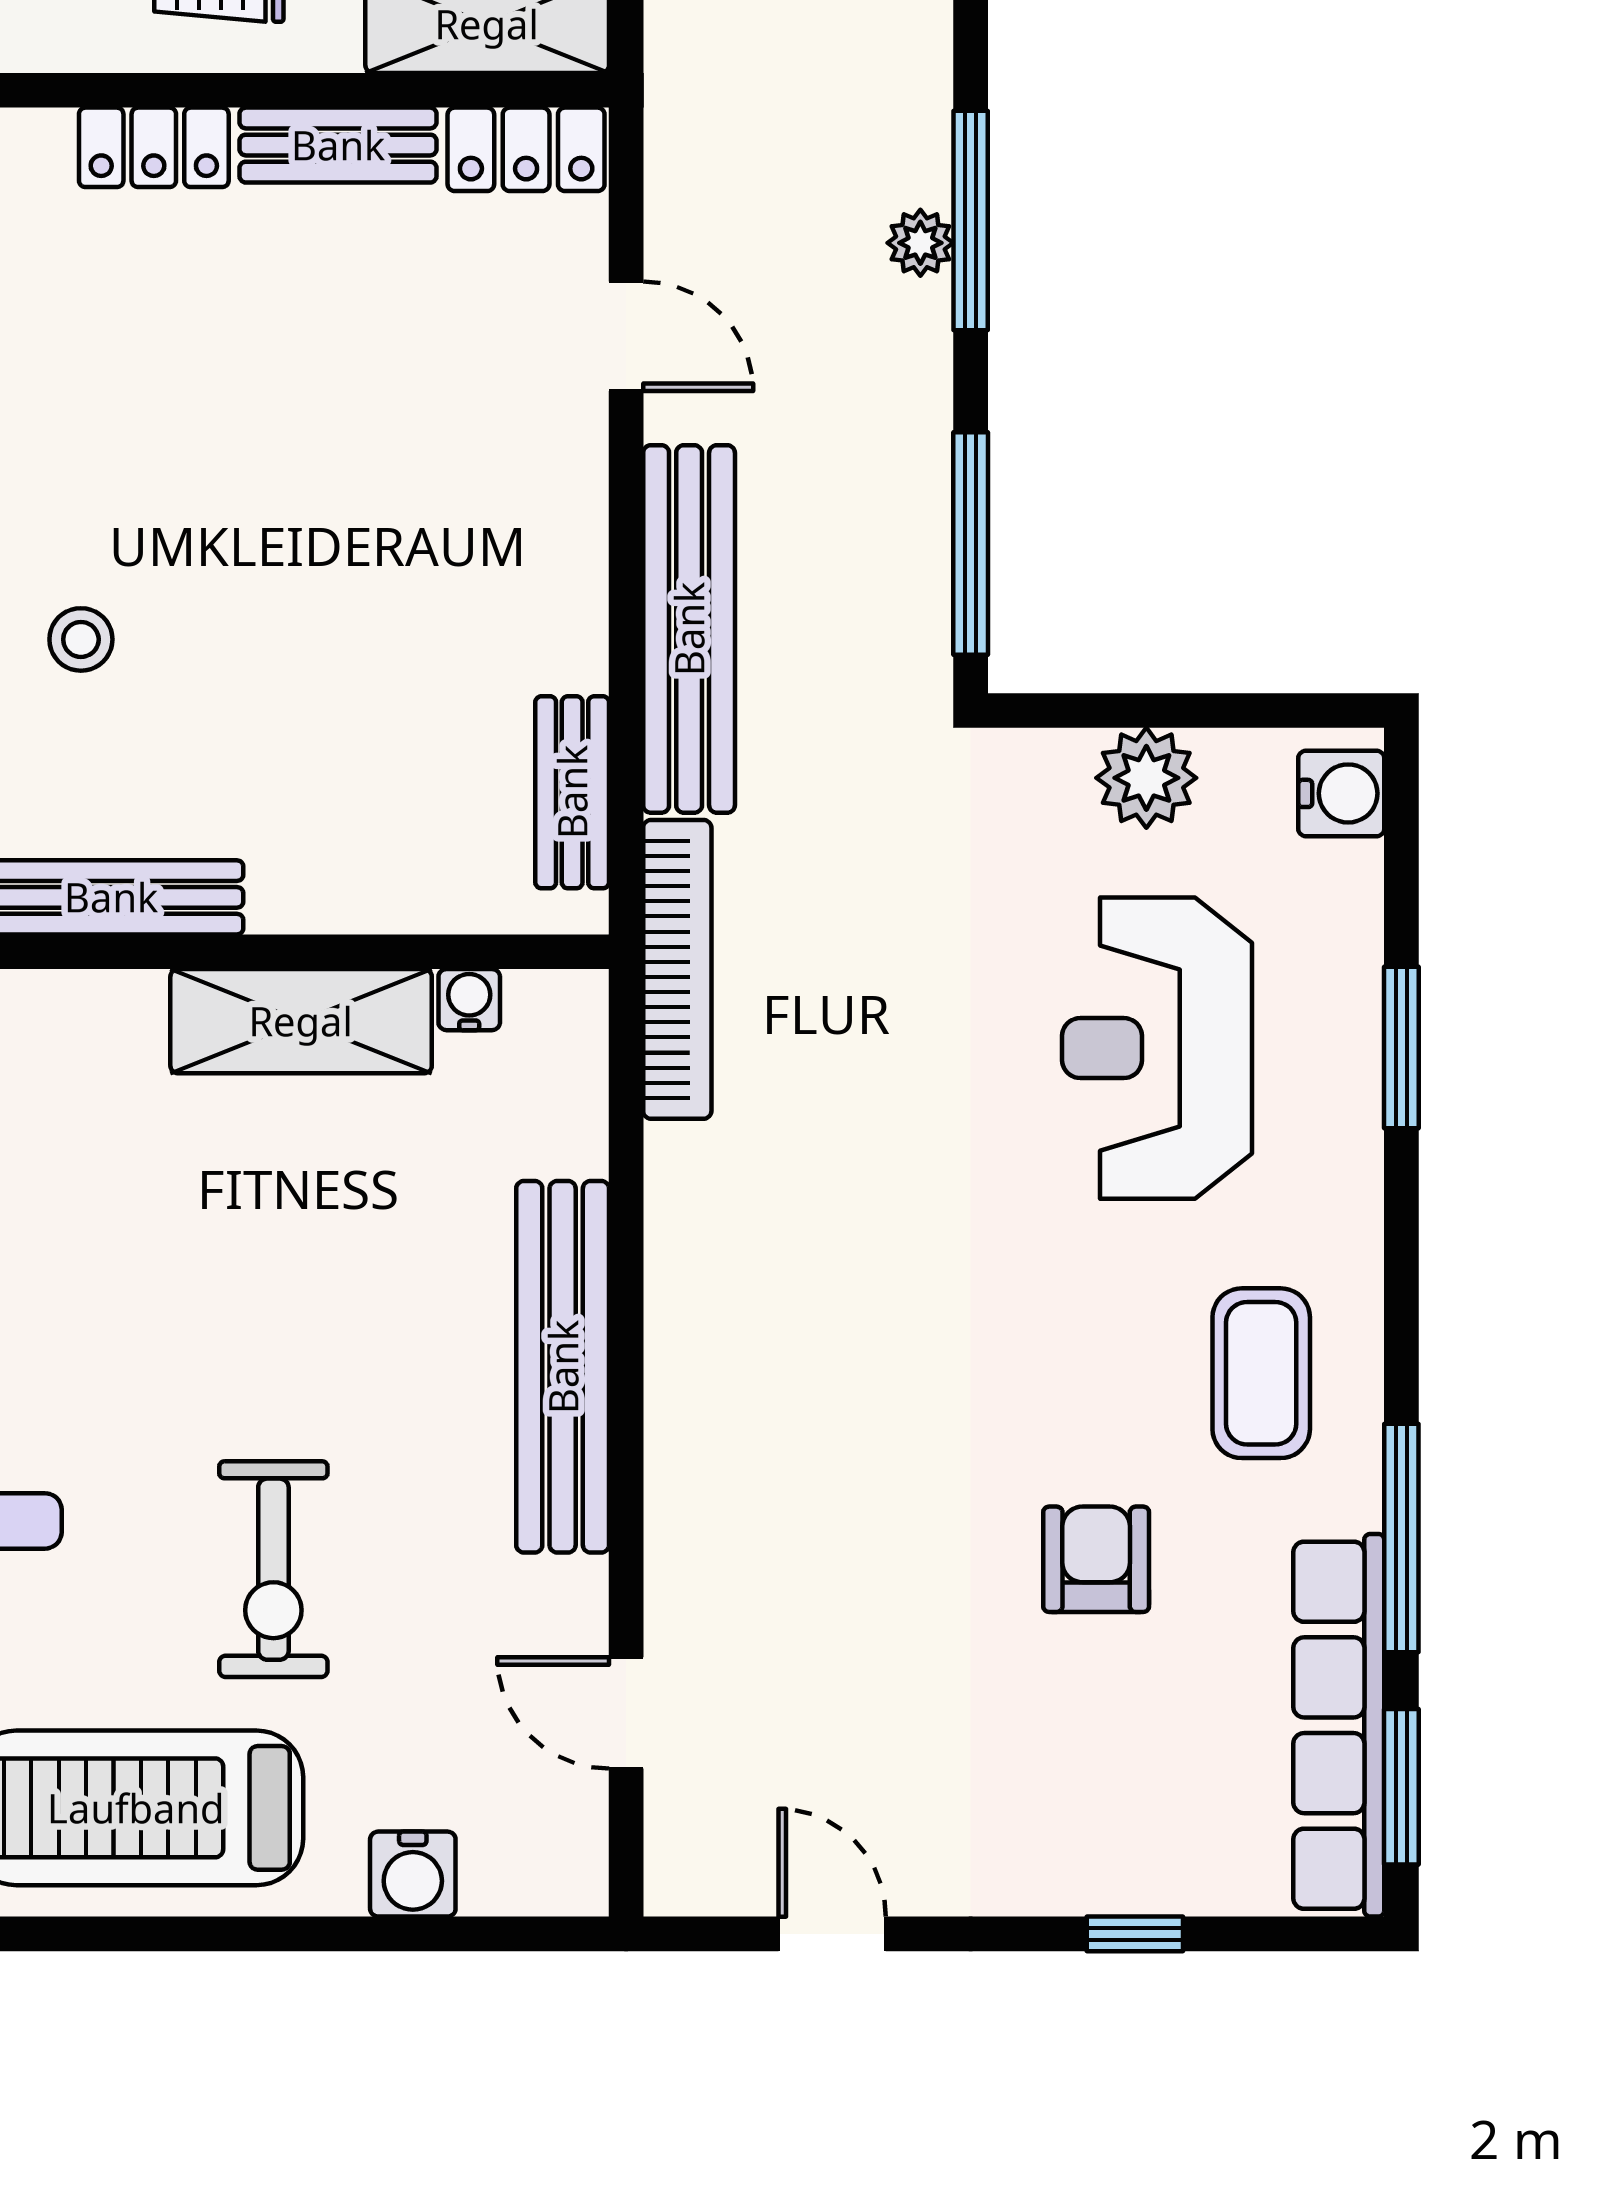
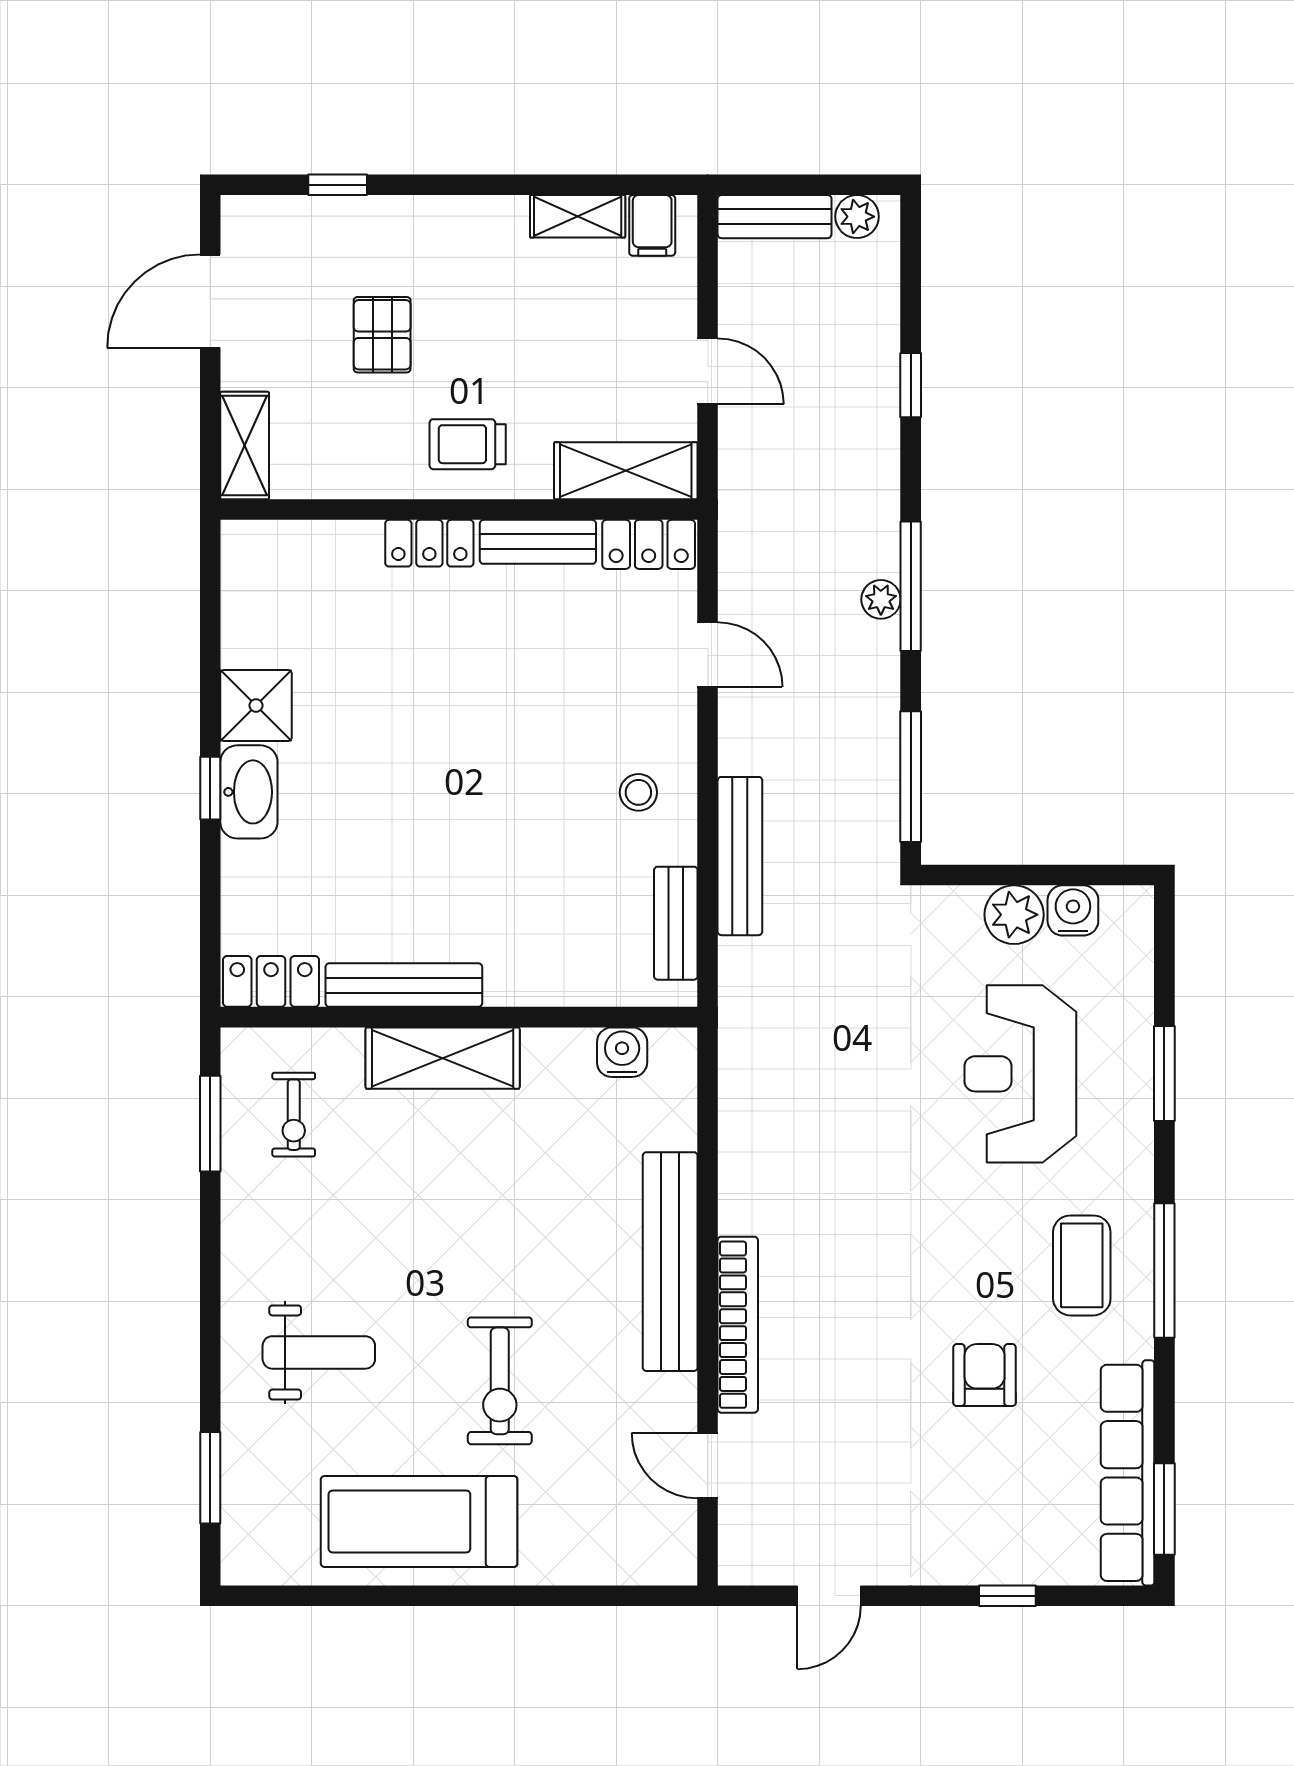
bench: (689, 629) -> (740, 856), width x0.73, depth x0.82
stool: (81, 639) -> (638, 792), moved
water cooler: (1341, 793) -> (1073, 910), moved, turned -90
bookcase: (677, 969) -> (738, 1325), moved
water cooler: (469, 1000) -> (622, 1052), width x1.38, depth x1.38
shelving: (301, 1021) -> (443, 1058), moved
window: (1401, 1538) -> (1164, 1271), moved
water cooler: (413, 1874) -> (582, 1560), removed
door: (832, 1934) -> (829, 1596), swing flipped

